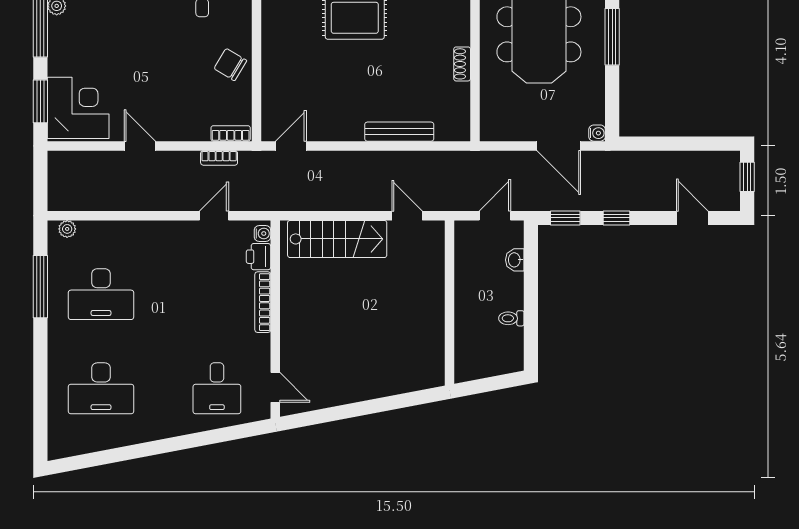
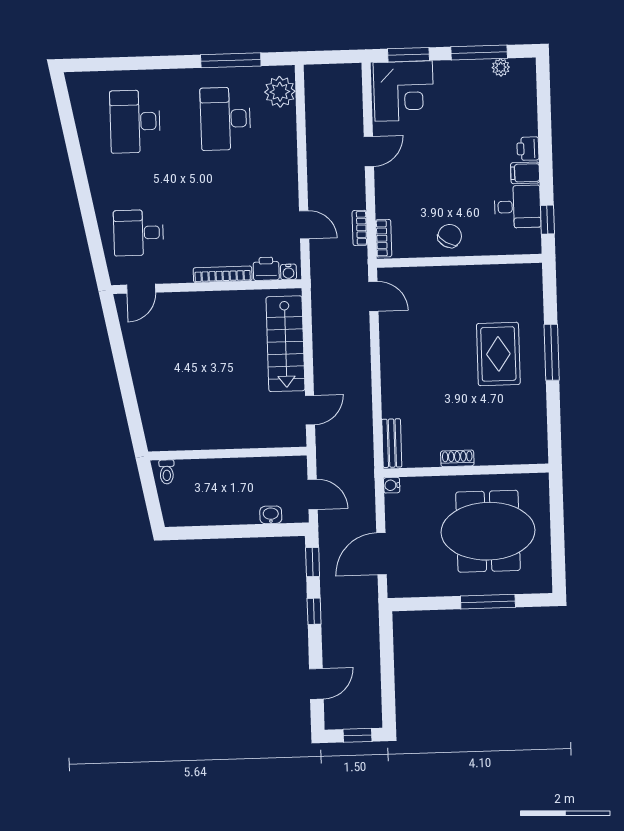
bench: (399, 132) -> (392, 443), moved, width x0.73
water cooler: (597, 133) -> (392, 485), moved, turned 90
plant: (67, 229) -> (280, 92), width x1.88, depth x1.88
toilet: (511, 318) -> (167, 472), moved, turned 180

